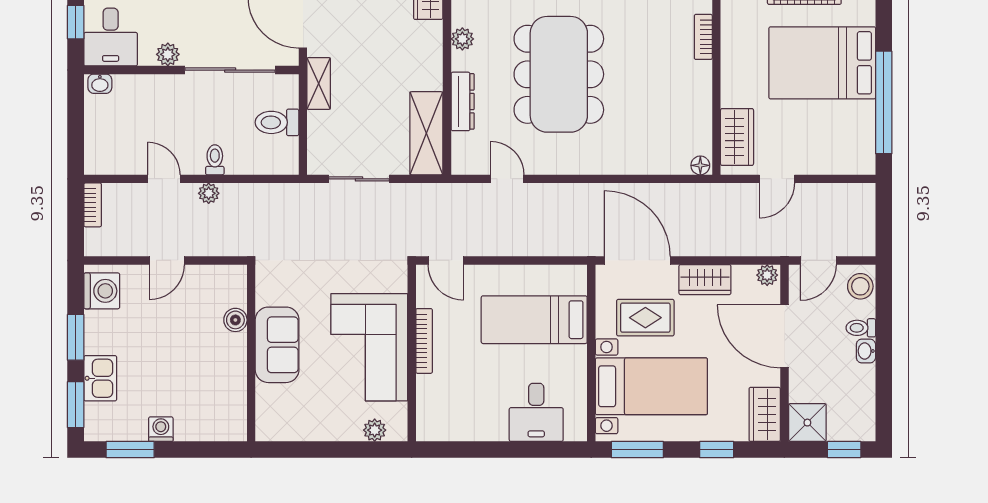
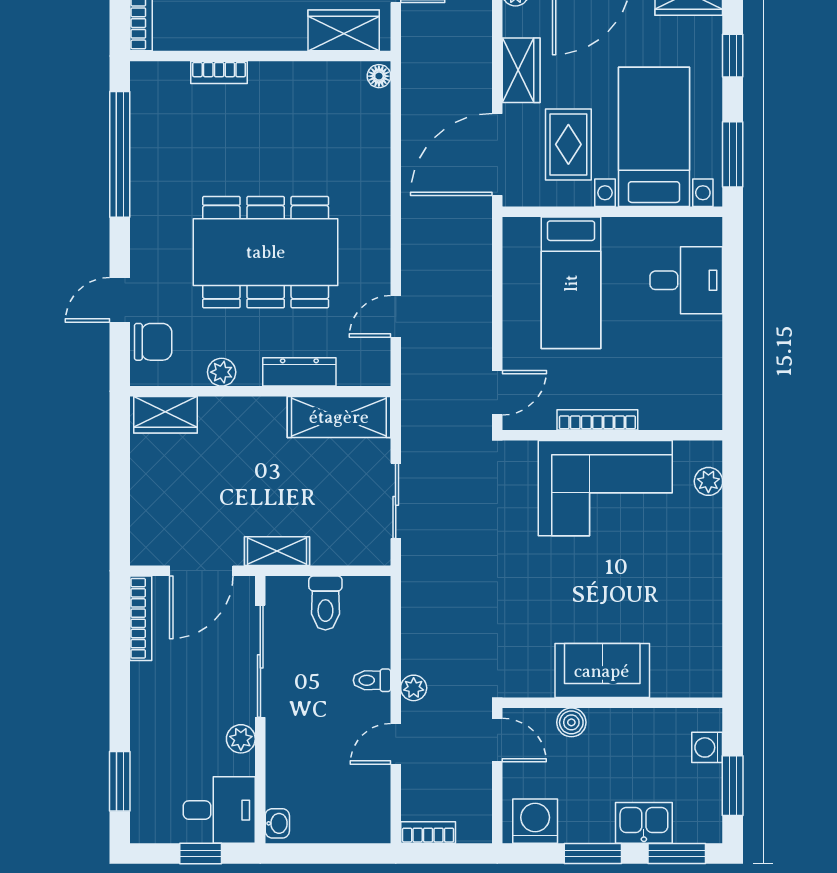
boiler: (235, 320) -> (571, 722), moved
sofa: (277, 345) -> (602, 671), moved
wall: (251, 353) -> (612, 703), moved

